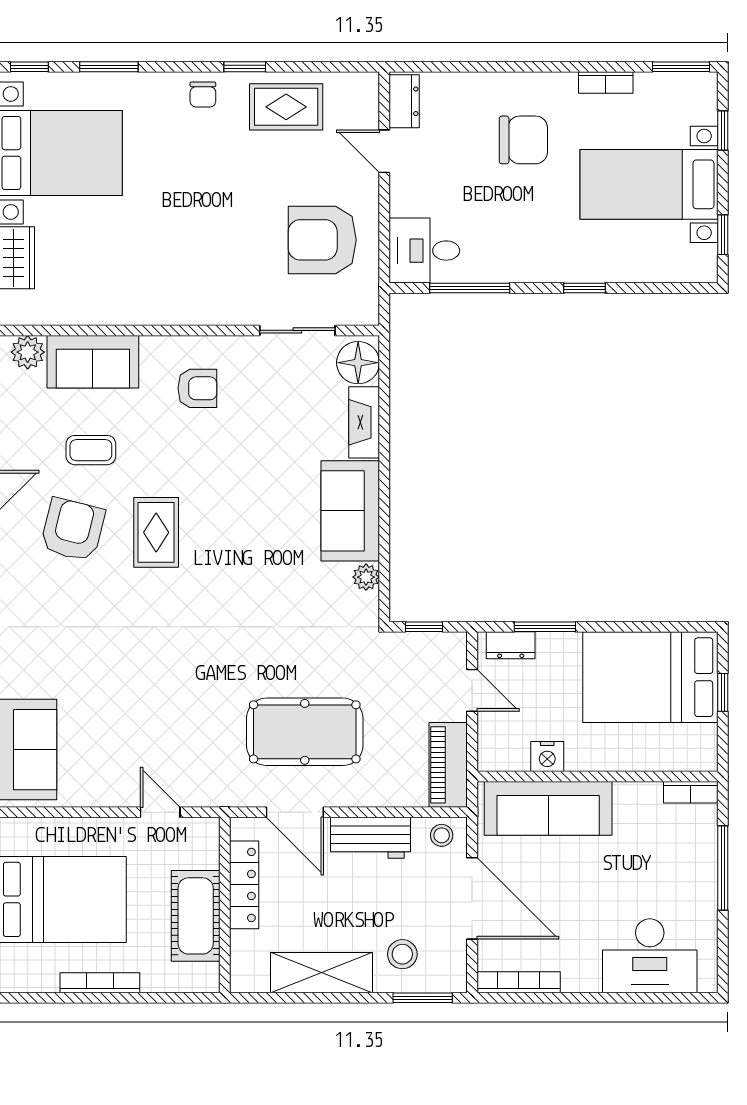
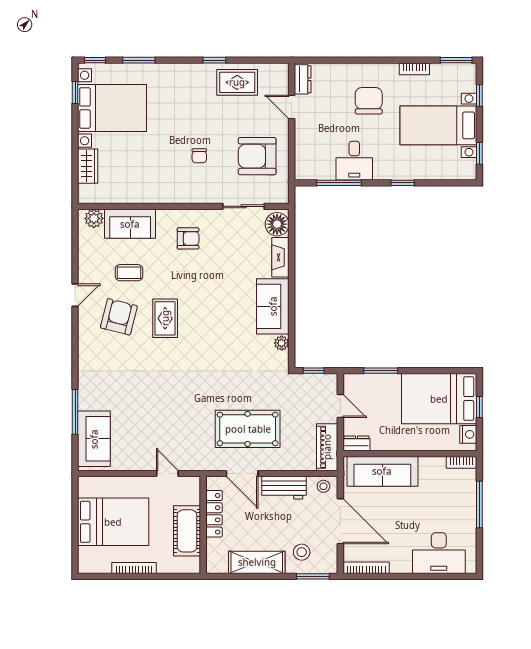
chair: (203, 95) -> (199, 156), moved
chair: (523, 140) -> (369, 101), turned -90
desk: (424, 251) -> (354, 161), moved, turned -90
dresser: (511, 645) -> (356, 443), moved, turned 180
nightstand: (547, 757) -> (468, 434), moved, turned -90

